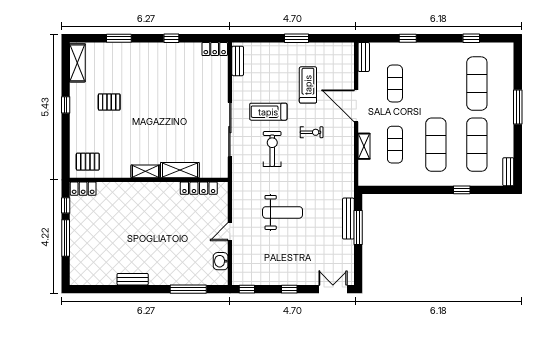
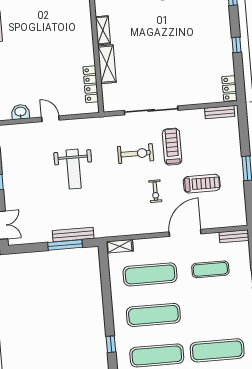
exercise mat: (395, 145) -> (150, 274), width x1.36, depth x1.45
shelving: (364, 146) -> (120, 246), moved

